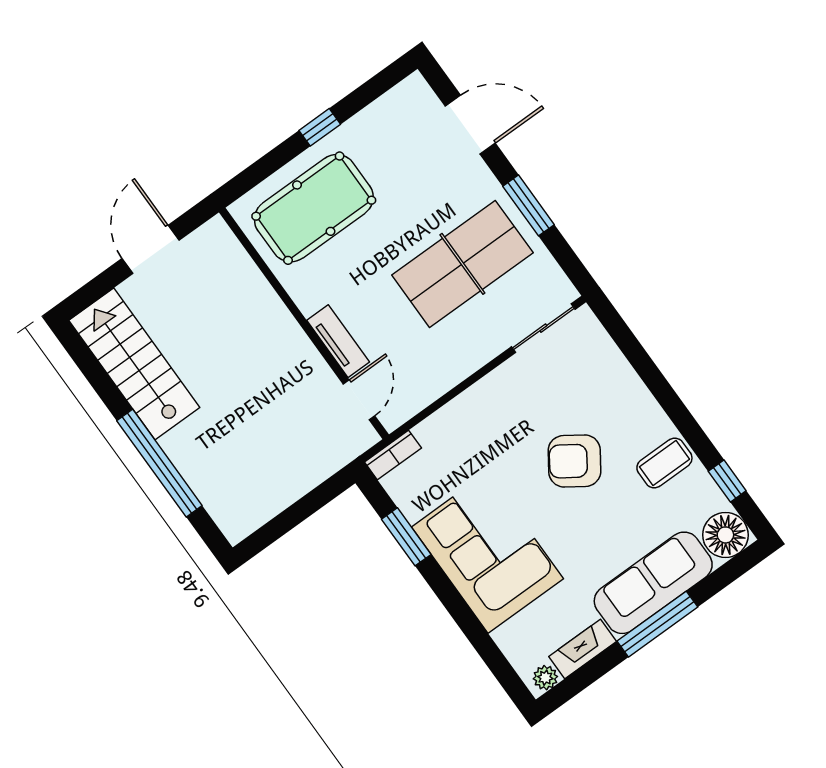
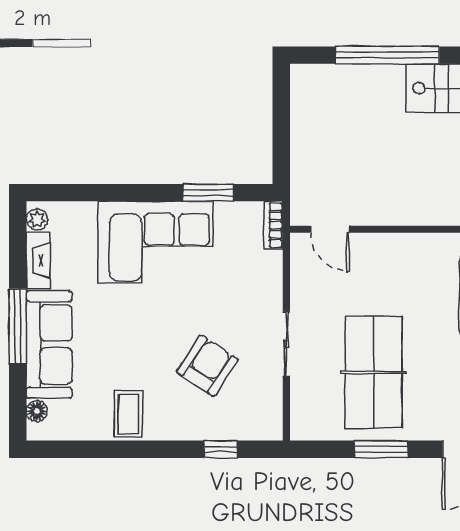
sliding door: (543, 328) -> (286, 344), moved
tv unit: (338, 341) -> (382, 245), removed
armchair: (574, 461) -> (207, 366), moved
window: (727, 481) -> (221, 449), moved
floor lamp: (725, 535) -> (37, 411), width x0.53, depth x0.53

